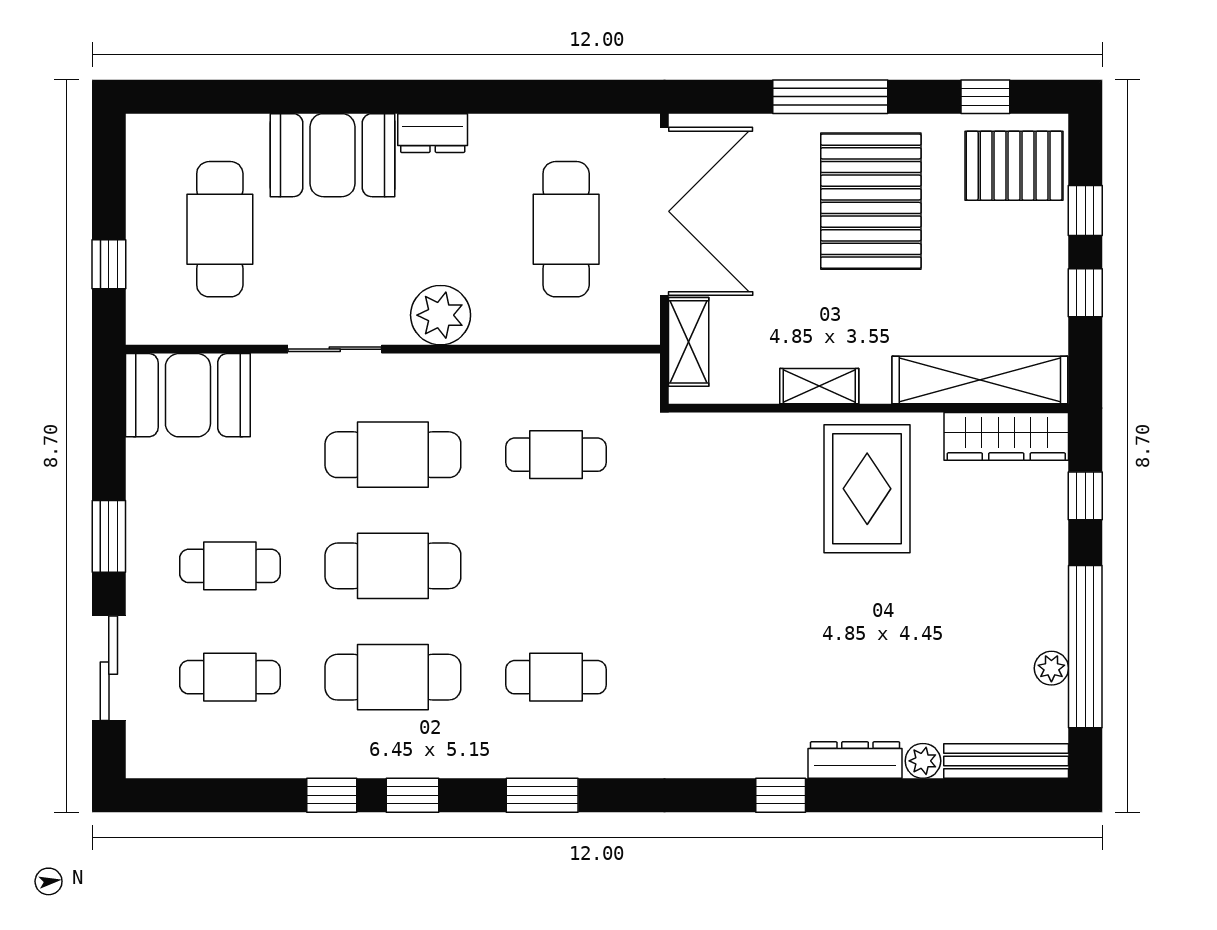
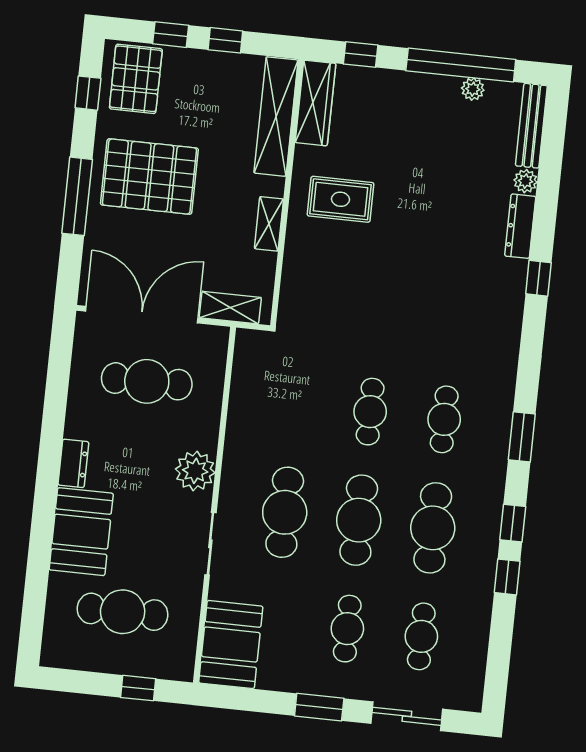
cafe table: (556, 455) -> (370, 412), moved
rug: (867, 489) -> (341, 199), width x0.73, depth x0.70

